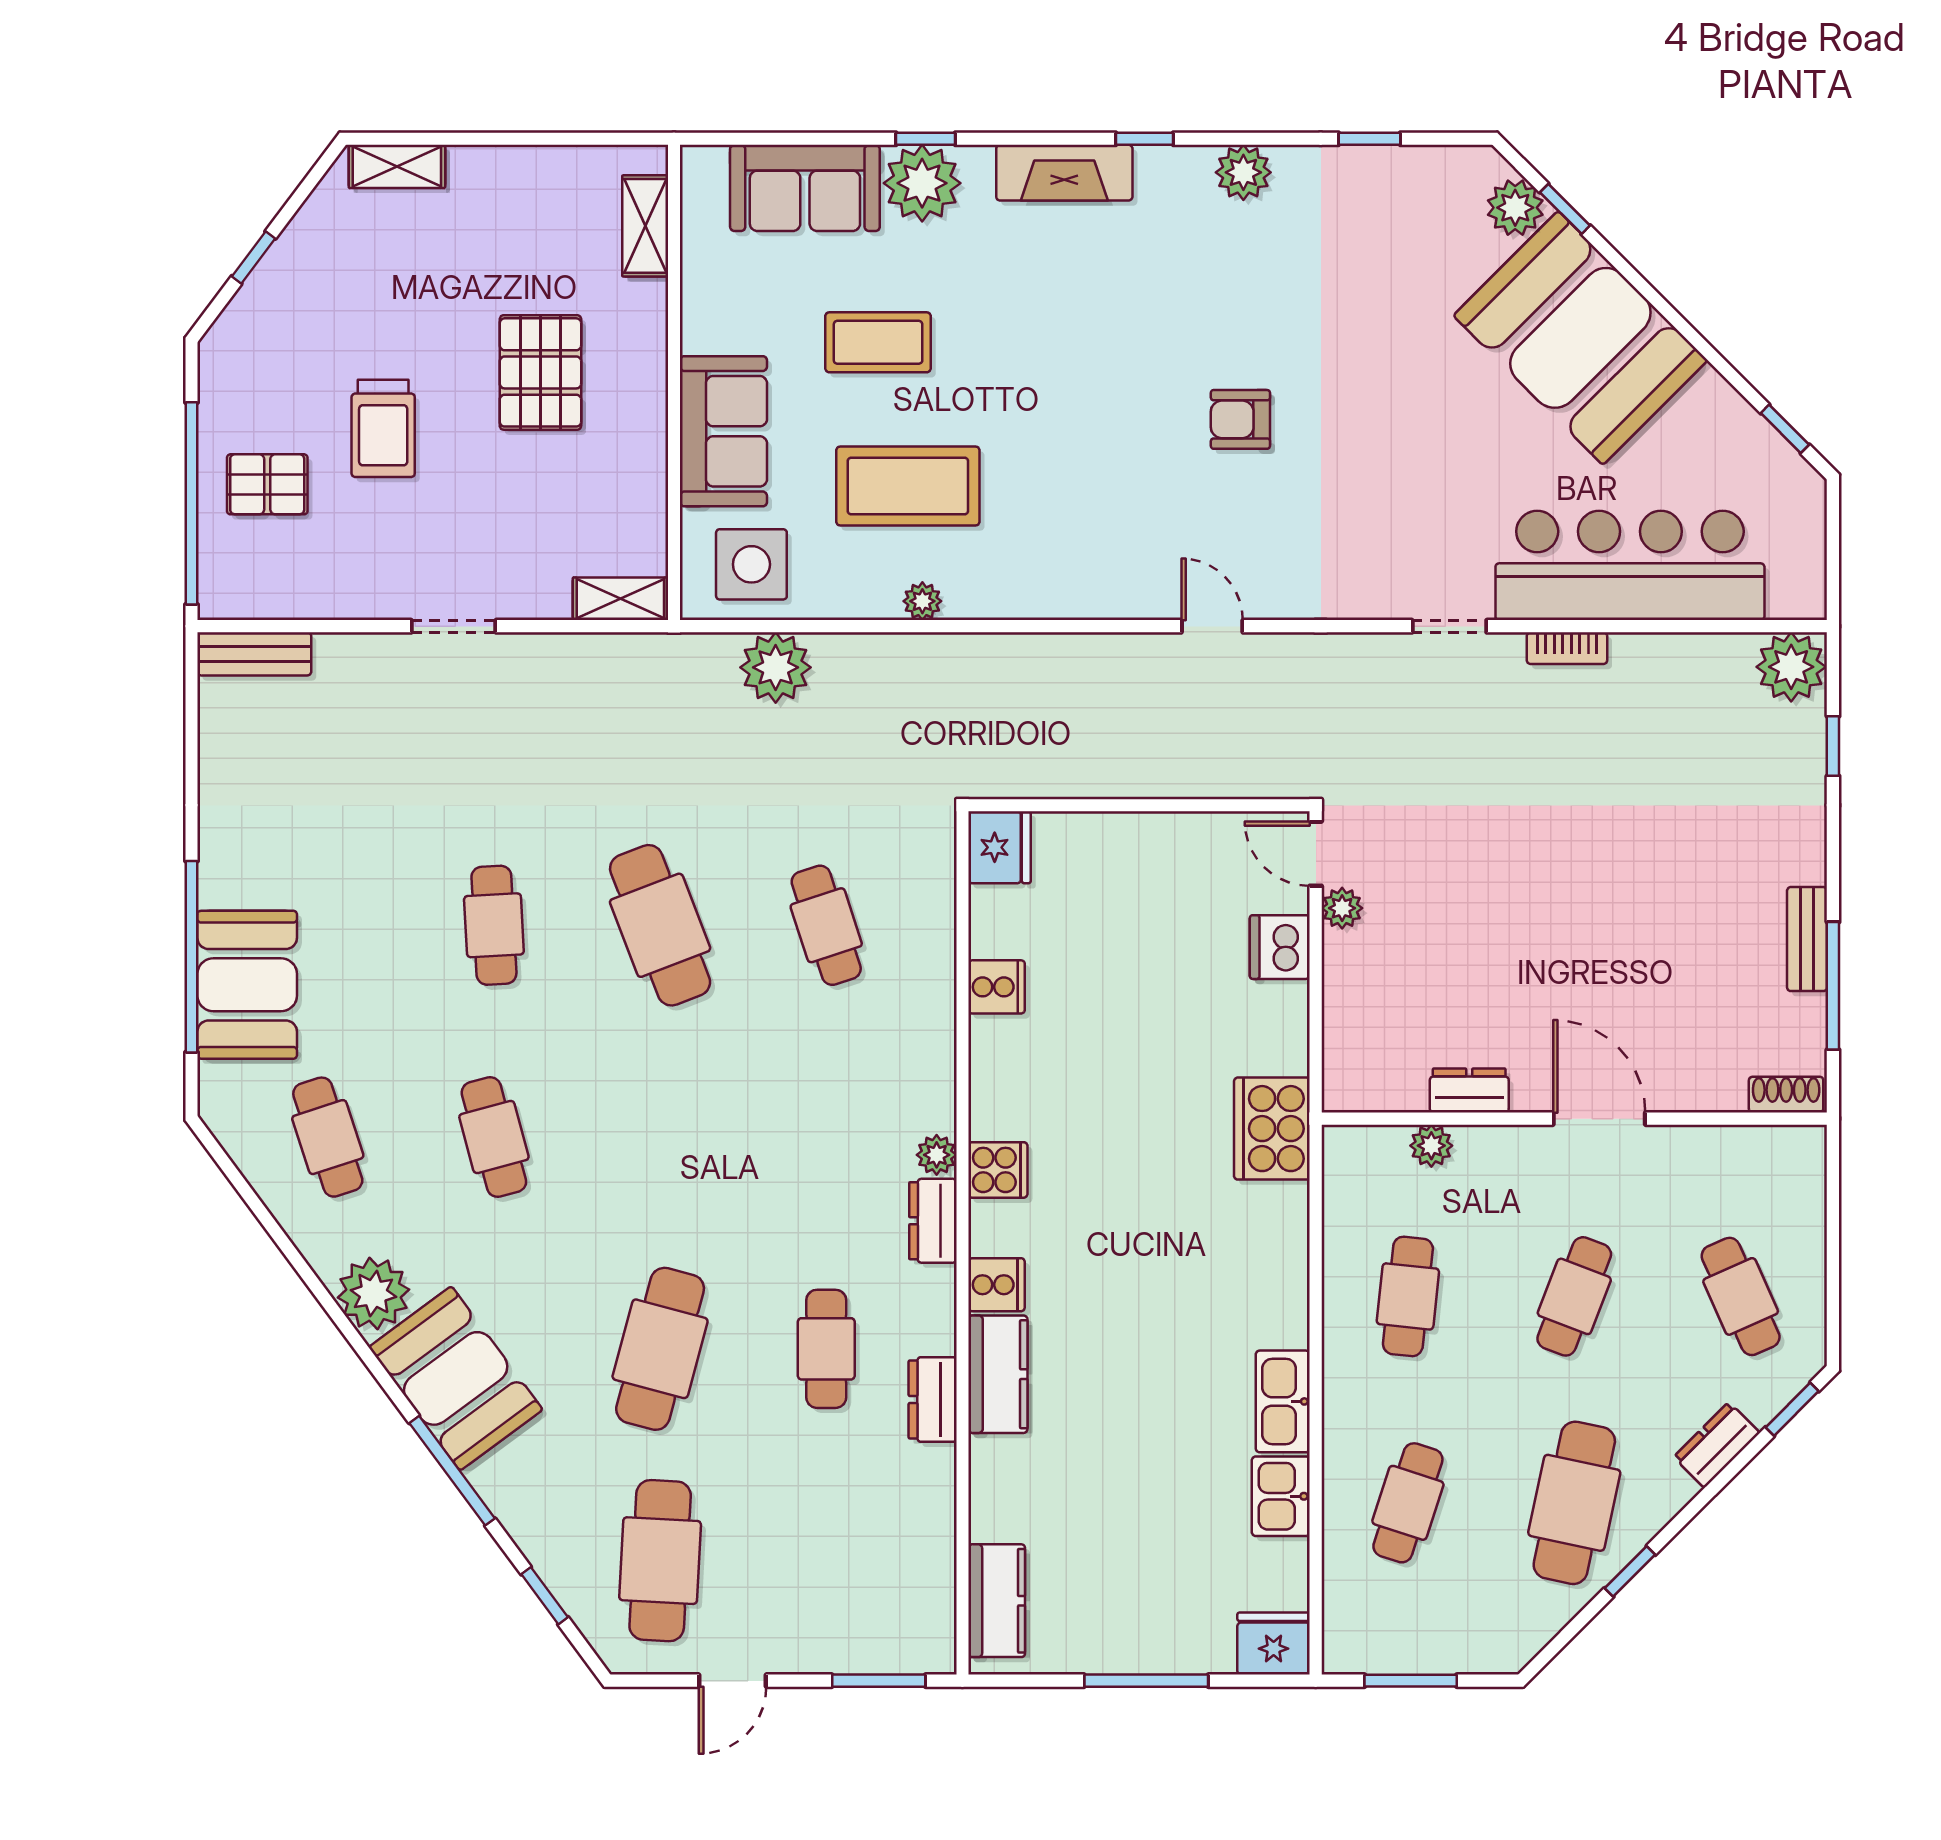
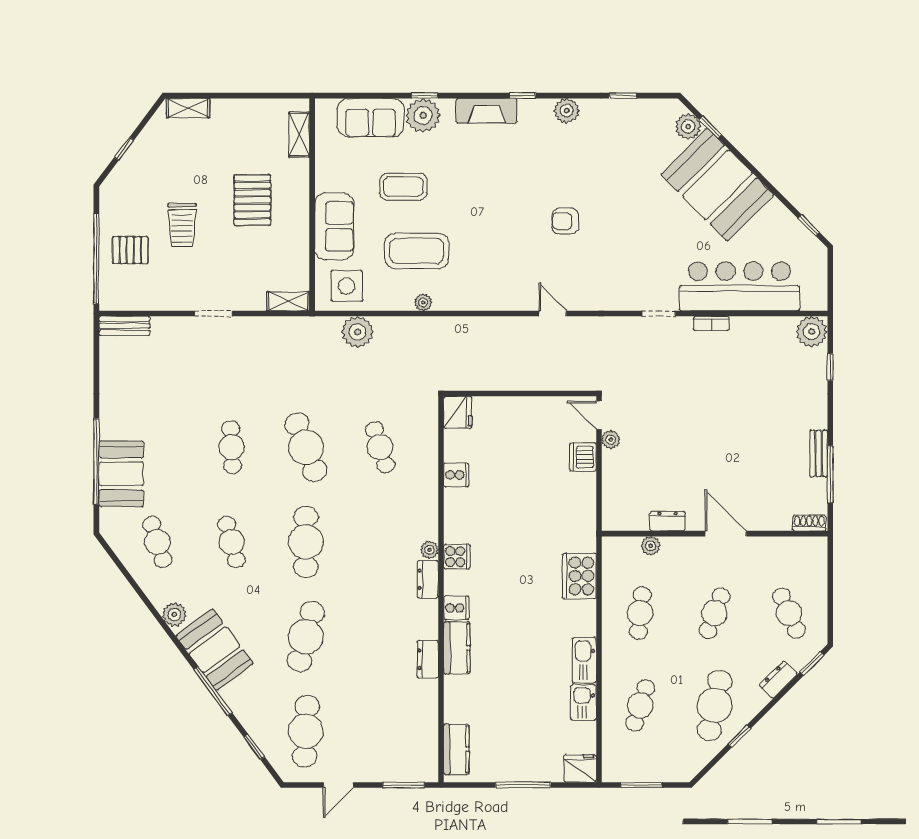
cooker: (1272, 1129) -> (579, 576), moved
plant: (373, 1293) -> (174, 614), width x0.73, depth x0.73
cafe table: (826, 1349) -> (306, 542), moved, width x1.37, depth x1.35

